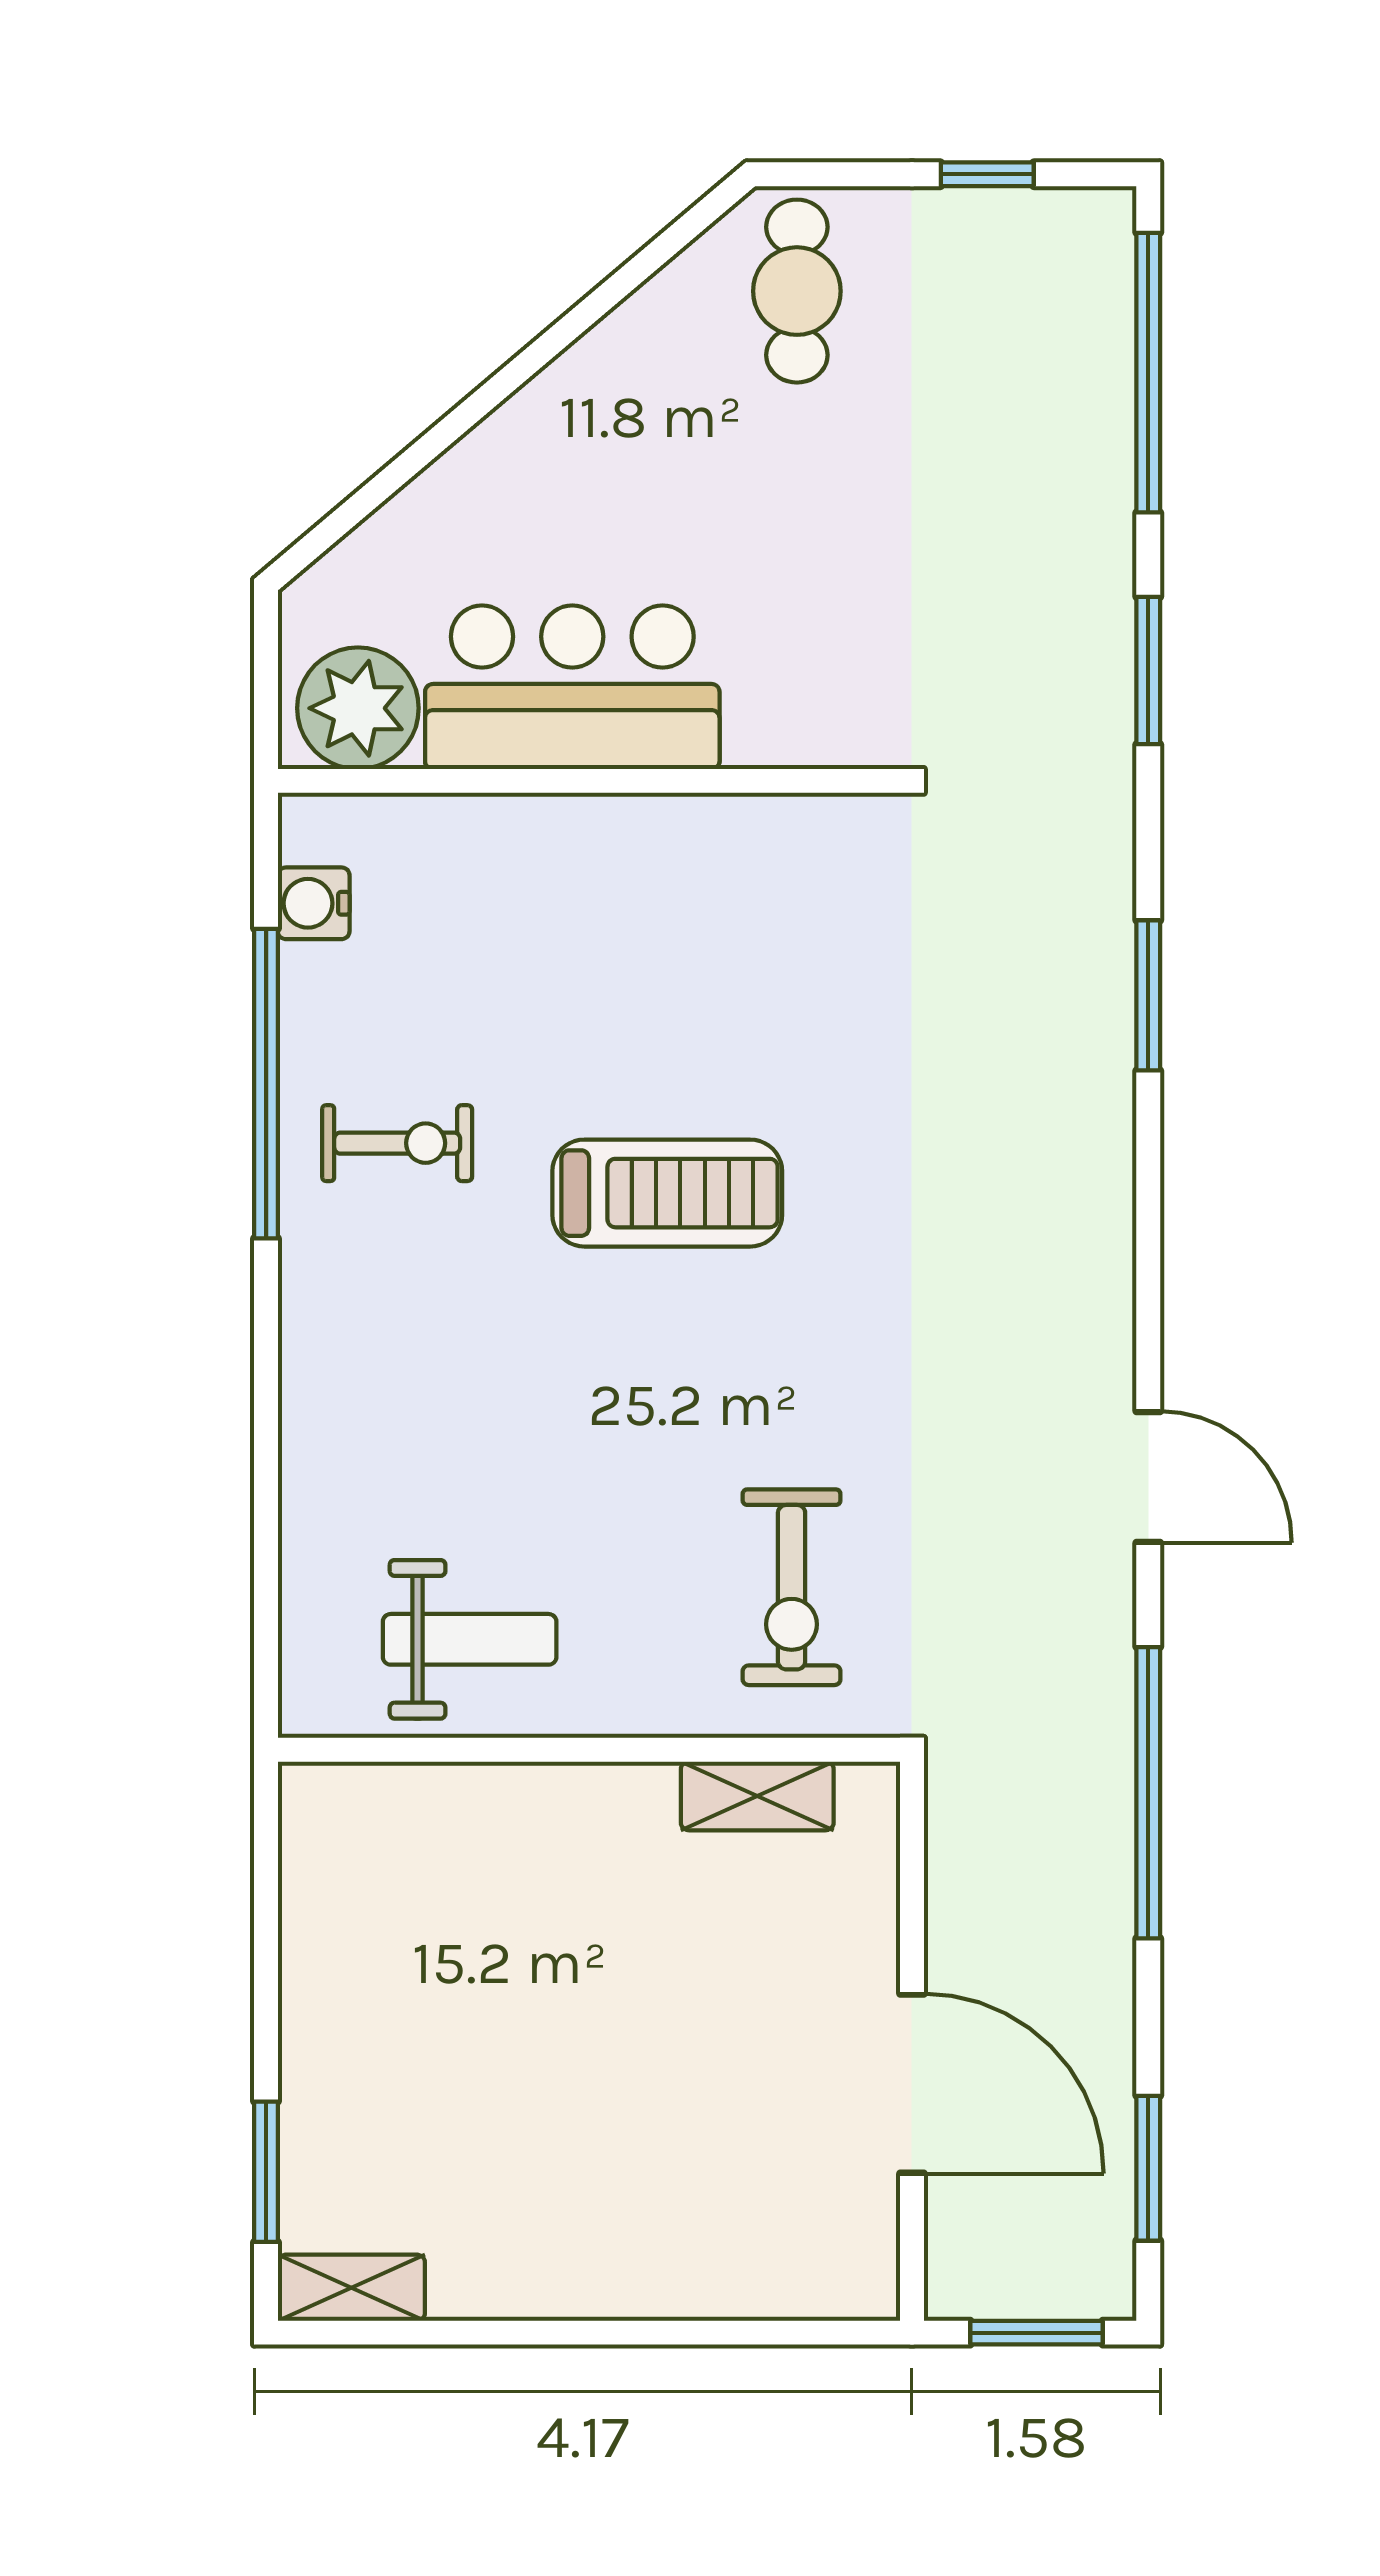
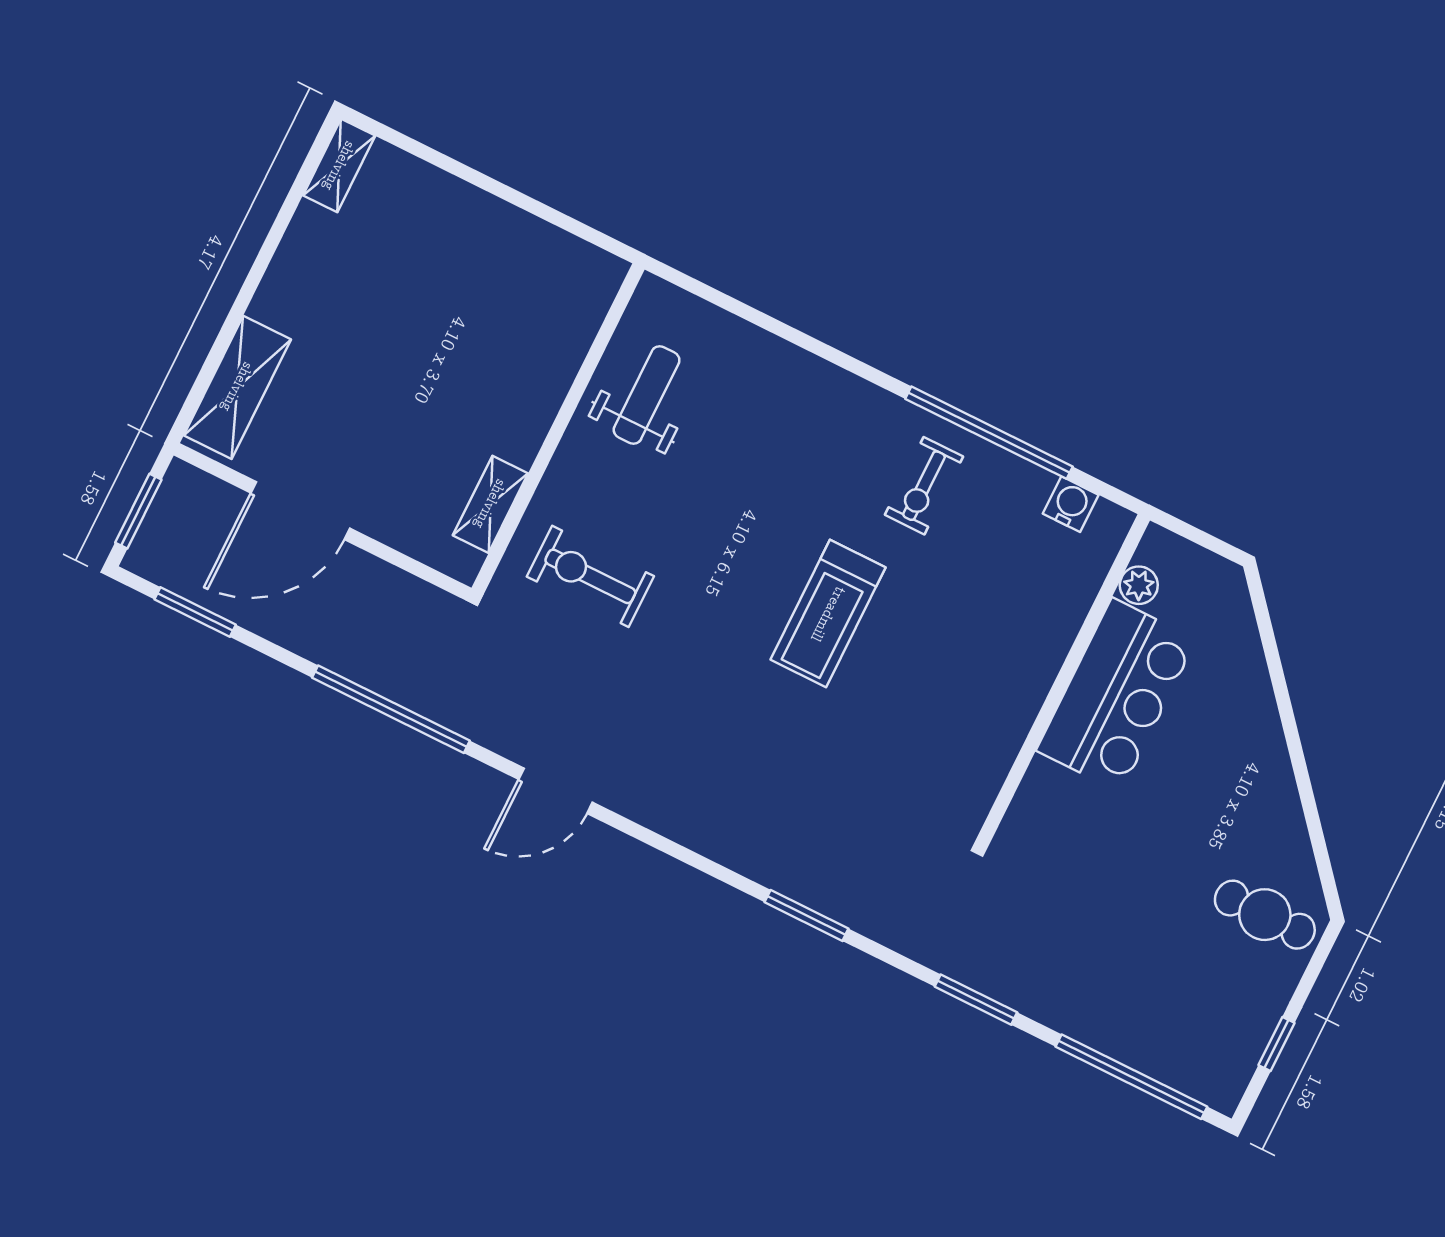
plant: (358, 708) -> (1139, 585), width x0.53, depth x0.53
weight bench: (470, 1639) -> (647, 395), turned 180
window: (266, 2172) -> (422, 151), removed
shelving: (770, 2275) -> (237, 387), added

